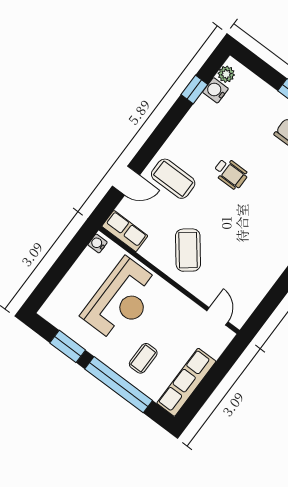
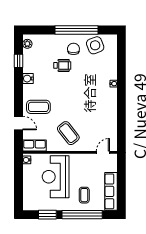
water cooler: (215, 90) -> (28, 79), moved
wheelchair: (231, 173) -> (62, 65), moved
door: (126, 181) -> (18, 123), hinge flipped
reception desk: (121, 300) -> (56, 177), turned 180
door: (217, 316) -> (103, 152), hinge flipped

